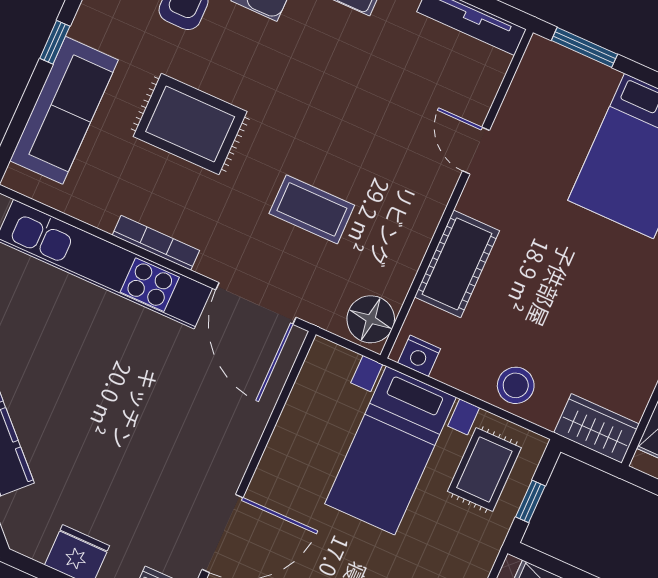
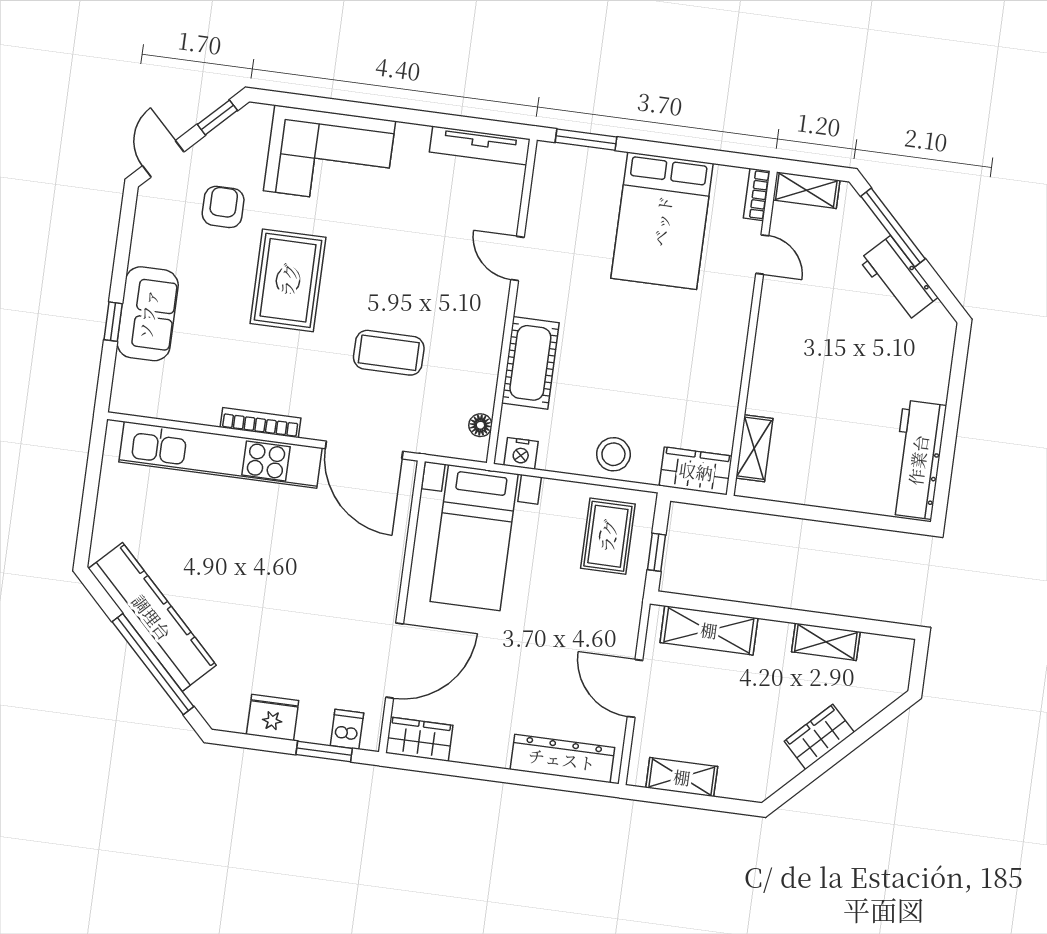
window: (55, 42) -> (113, 322), moved
sofa: (64, 110) -> (148, 314), width x0.73
rug: (190, 124) -> (288, 280), moved, turned 90
floor lamp: (371, 319) -> (480, 425), width x0.53, depth x0.53
bed with nightstands: (391, 450) -> (474, 538), moved

